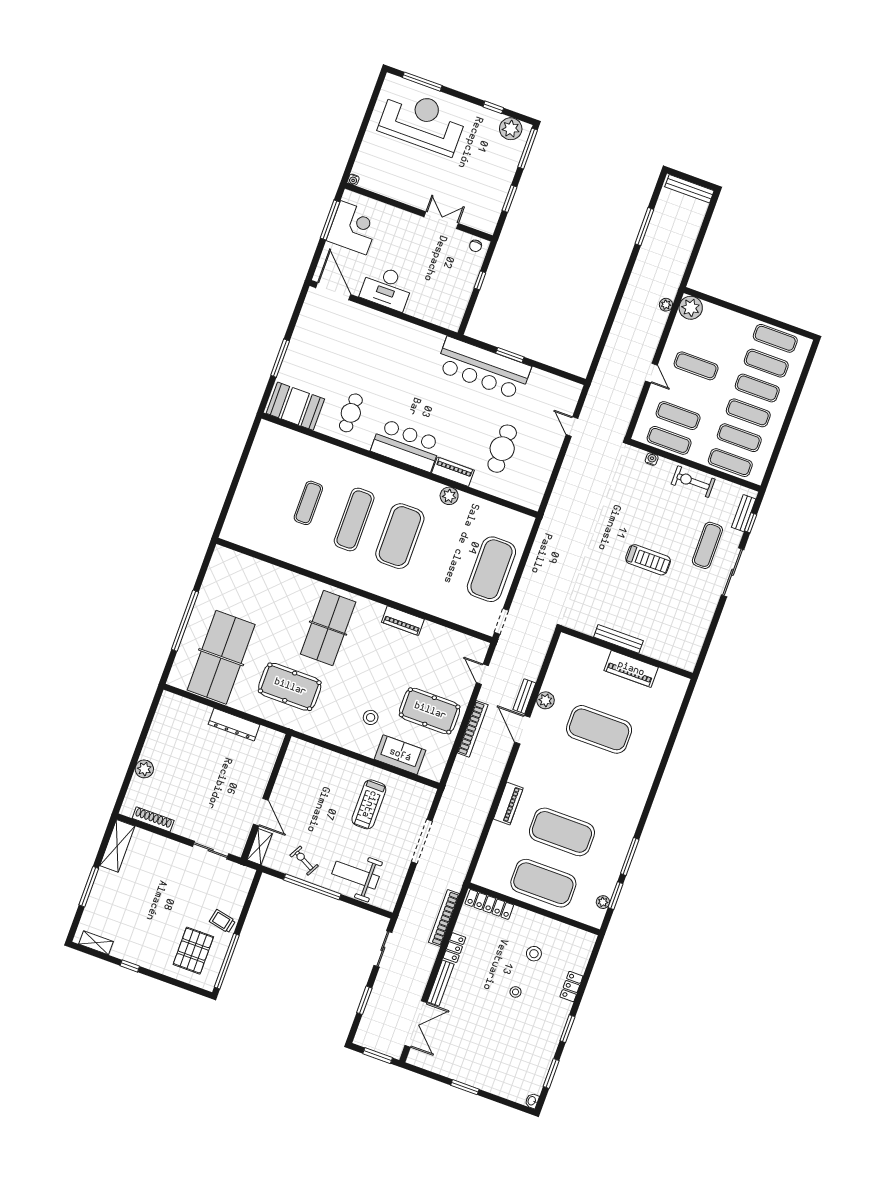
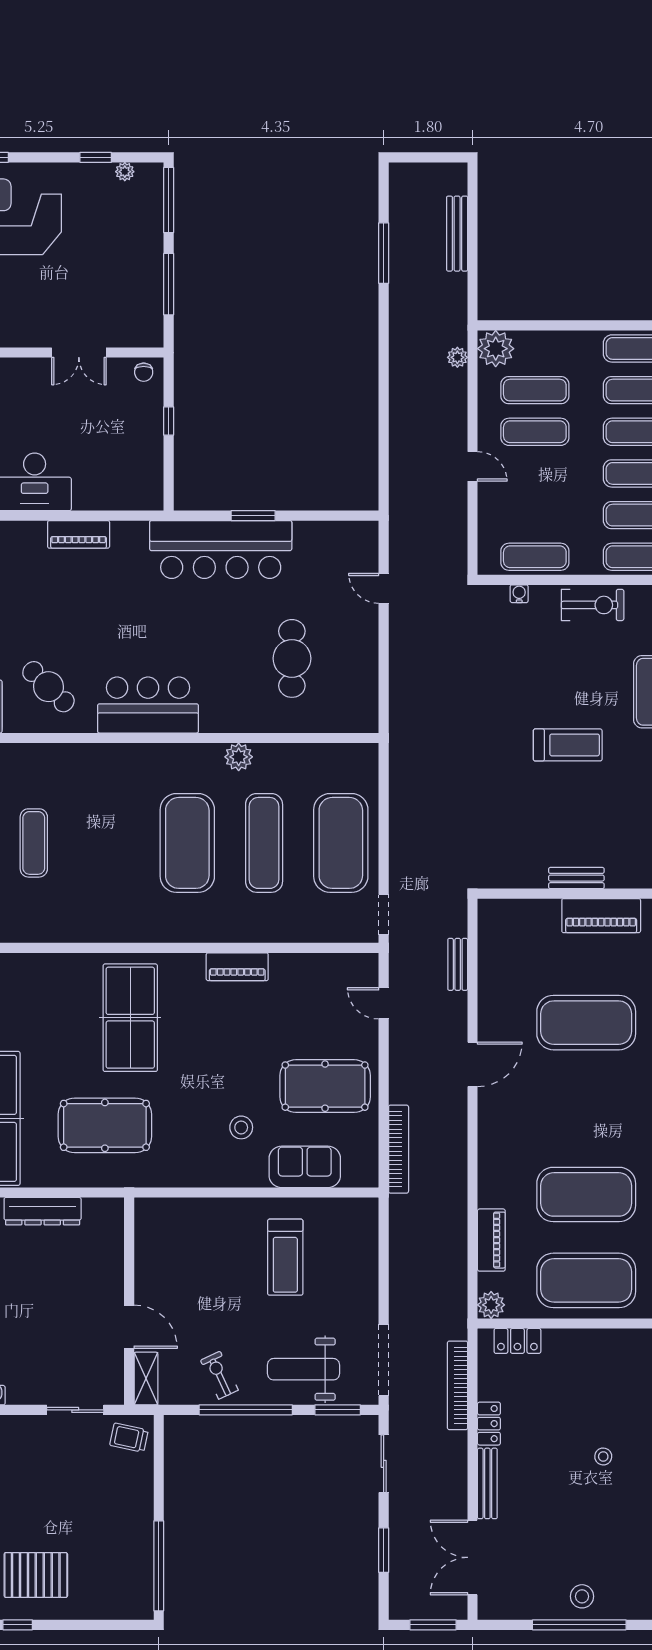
plant: (511, 129) -> (125, 172), width x0.53, depth x0.53
bench: (689, 189) -> (457, 234), moved, turned 90
window: (509, 199) -> (169, 284), width x1.44
double door: (441, 220) -> (79, 353), swing flipped
cafe table: (351, 413) -> (48, 687), turned -46
exercise mat: (678, 416) -> (535, 390), moved
piano: (453, 472) -> (79, 534), moved, turned 180
exercise bike: (693, 482) -> (593, 605), turned 180
exercise mat: (354, 519) -> (264, 843), moved
bench: (618, 639) -> (576, 878), width x0.73
bench: (524, 696) -> (458, 964), moved
plant: (545, 700) -> (491, 1305), moved
bookcase: (473, 729) -> (399, 1149), moved
door: (522, 730) -> (473, 1064), swing flipped
piano: (508, 804) -> (491, 1240), moved
doorway: (422, 841) -> (384, 1360), moved
exercise bike: (304, 861) -> (219, 1375), turned 37
locker: (489, 904) -> (517, 1341), width x0.66
window: (367, 907) -> (338, 1410), added
trolley: (222, 921) -> (129, 1438), moved
pallet: (193, 951) -> (36, 1575), moved, turned 90
stool: (534, 954) -> (582, 1596), moved
double door: (416, 1024) -> (473, 1557), swing flipped
window: (465, 1087) -> (579, 1625), width x2.11

